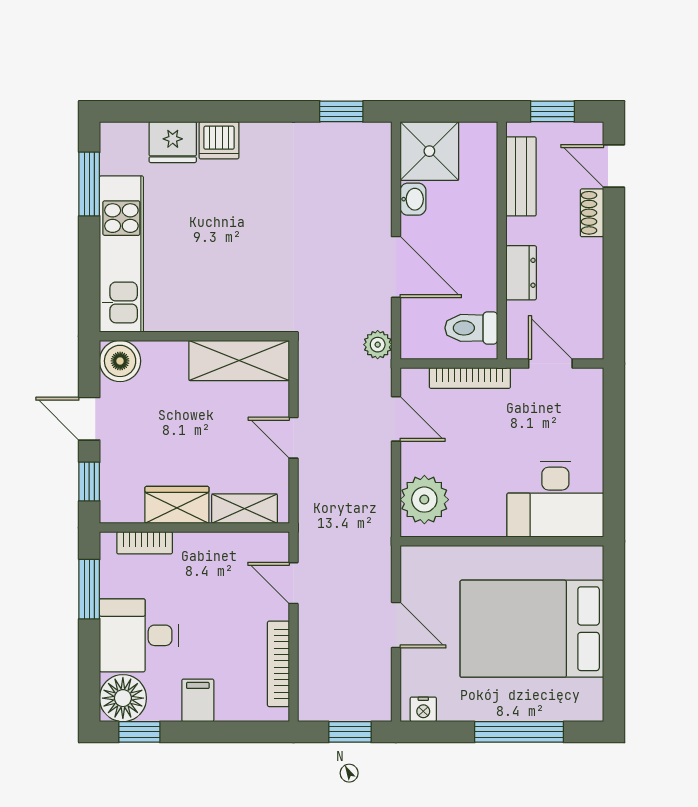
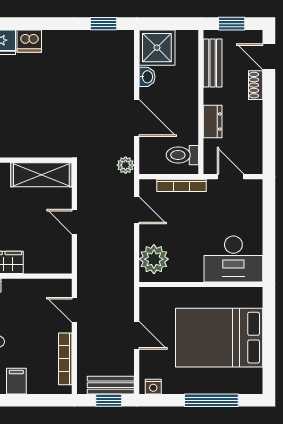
shelving: (245, 509) -> (45, 265), removed
bench: (353, 707) -> (111, 385), added

